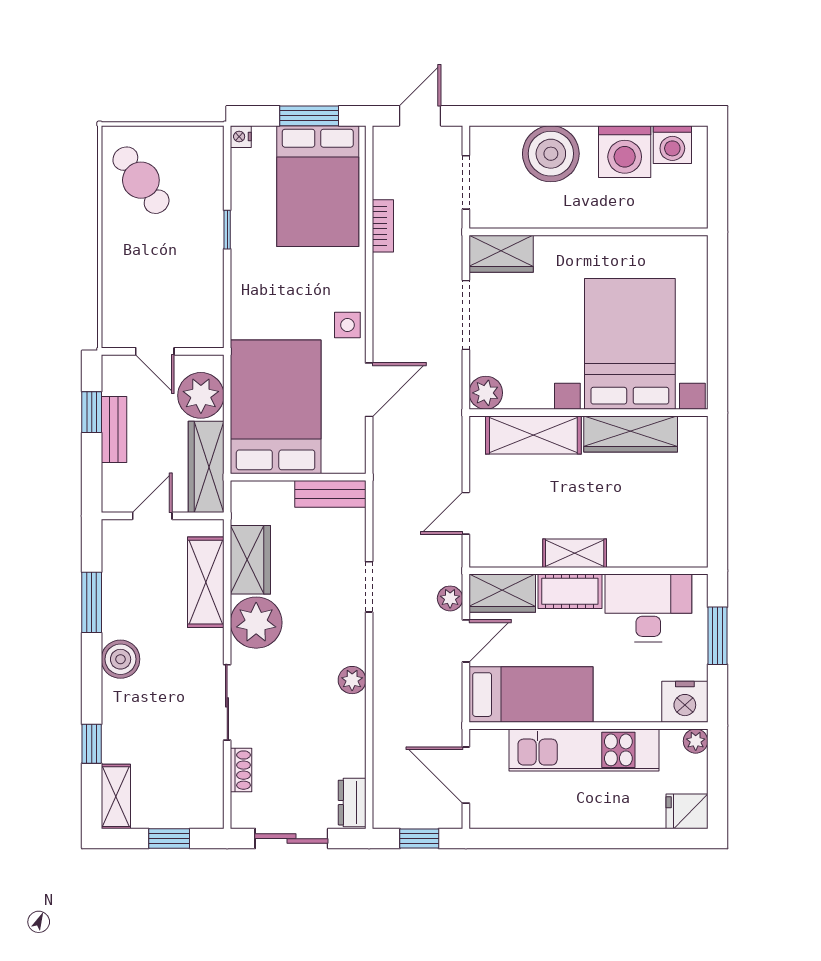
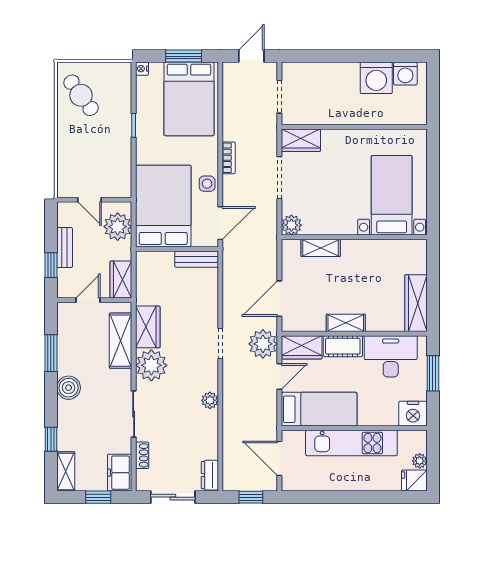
boiler: (551, 154) -> (331, 79), removed
bookcase: (383, 226) -> (229, 158), moved
bed with nightstands: (630, 344) -> (392, 195), width x0.73
bed: (276, 407) -> (163, 206), moved
window: (92, 412) -> (51, 265), moved
wardrobe: (631, 434) -> (416, 303), moved, turned 90
shelving: (533, 435) -> (321, 248), width x0.67, depth x0.75
wardrobe: (206, 467) -> (121, 280), width x0.67
wall: (298, 477) -> (177, 249), moved
bench: (330, 494) -> (197, 259), moved
door: (466, 513) -> (279, 299), width x1.38
plant: (450, 598) -> (263, 344), width x1.87, depth x1.87
plant: (696, 741) -> (420, 461), moved
freezer: (204, 798) -> (120, 473), added

